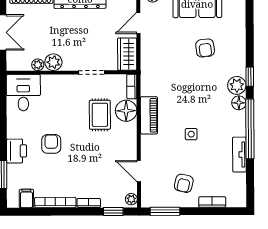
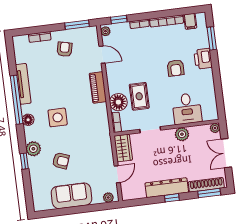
armchair: (205, 48) -> (61, 161), turned 118
plant: (38, 65) -> (215, 128), moved
window: (250, 77) -> (24, 161), moved
plant: (237, 85) -> (33, 149), moved
desk: (23, 93) -> (187, 109), moved
piano: (149, 115) -> (98, 87), moved
side table: (191, 134) -> (58, 117), moved, width x1.87, depth x1.87
tv unit: (239, 155) -> (23, 84), width x1.41

